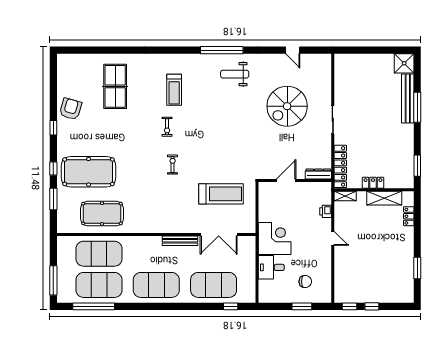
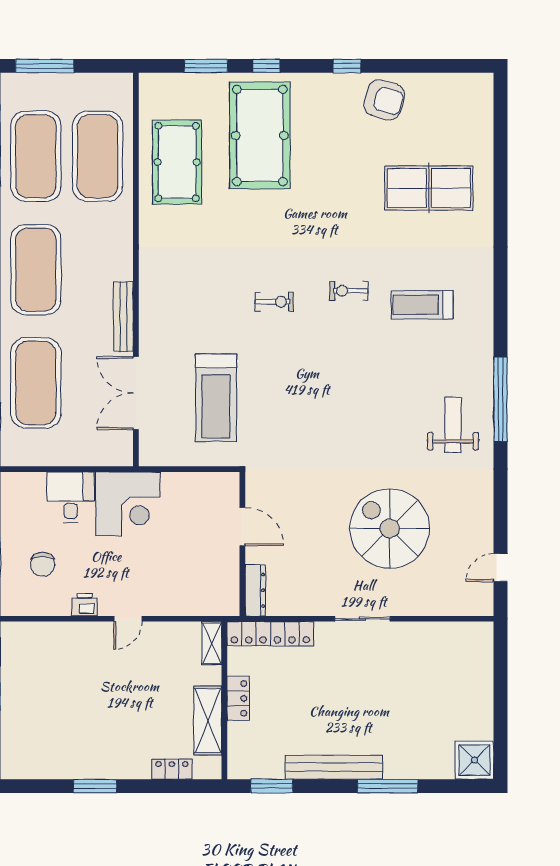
door: (293, 50) -> (500, 568), moved
bench: (408, 98) -> (334, 767), moved
printer: (326, 211) -> (85, 605), moved
window: (417, 268) -> (95, 786), moved

